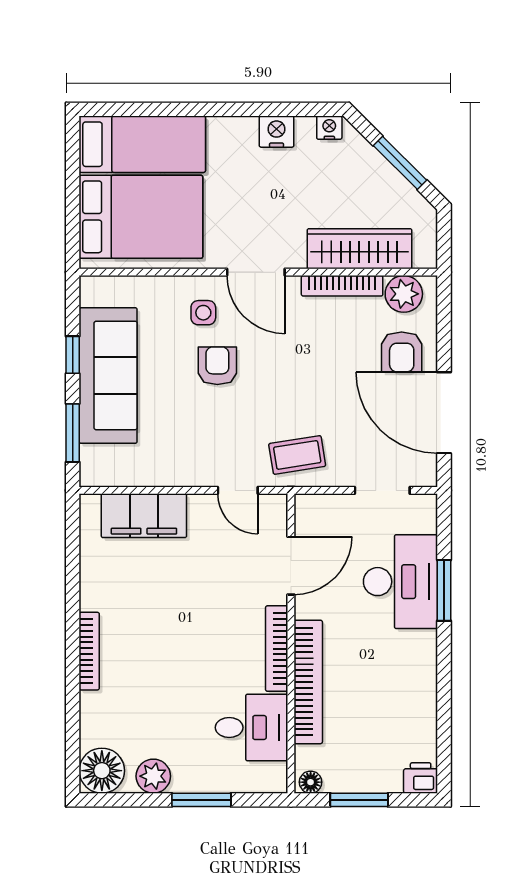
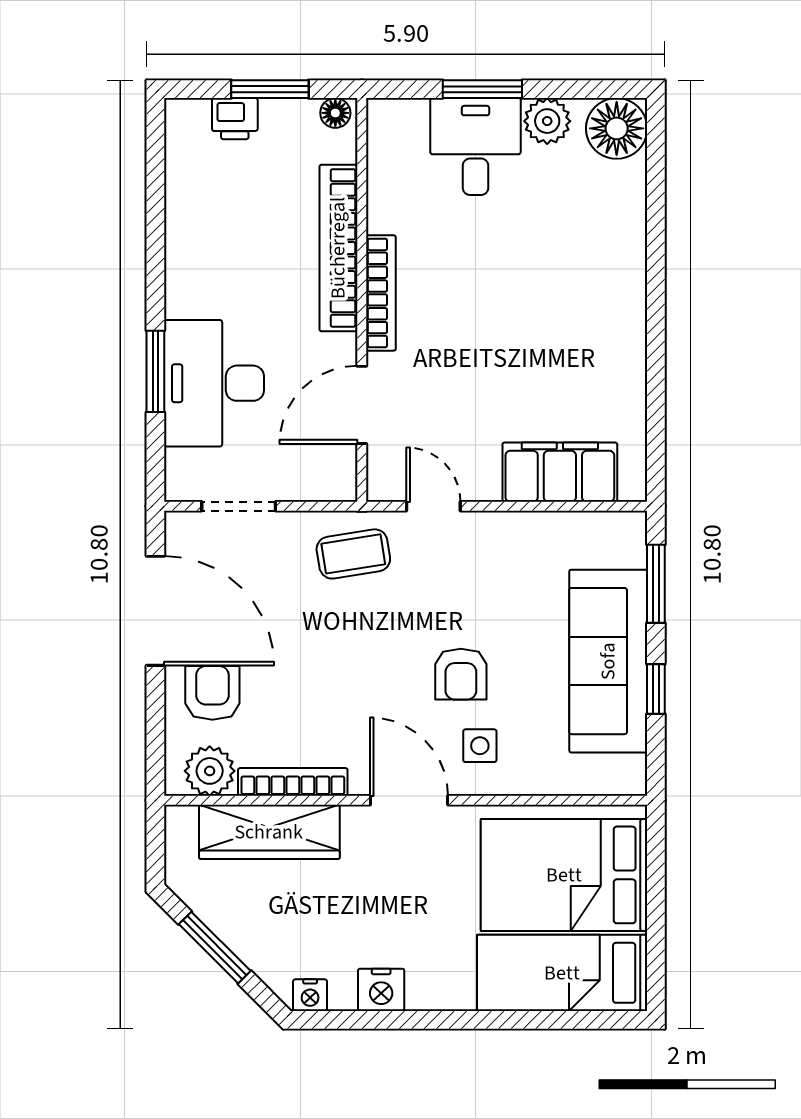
bookcase: (89, 651) -> (634, 290), removed
desk: (252, 728) -> (476, 147), moved, turned 90
printer: (421, 778) -> (235, 119), moved

